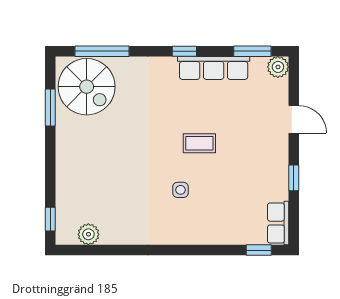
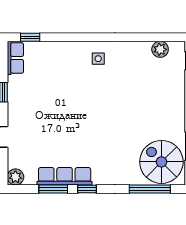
window: (252, 51) -> (53, 189), moved
coffee table: (199, 143) -> (75, 119), removed
side table: (180, 190) -> (98, 59), moved

